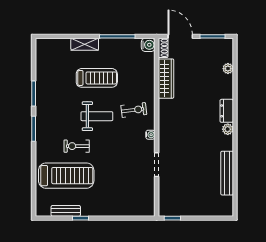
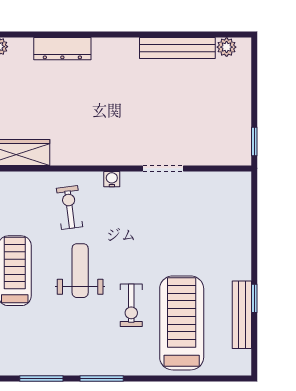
dresser: (227, 111) -> (62, 49), width x1.44
plant: (228, 129) -> (227, 47), moved
bench: (66, 211) -> (242, 315), width x1.36

